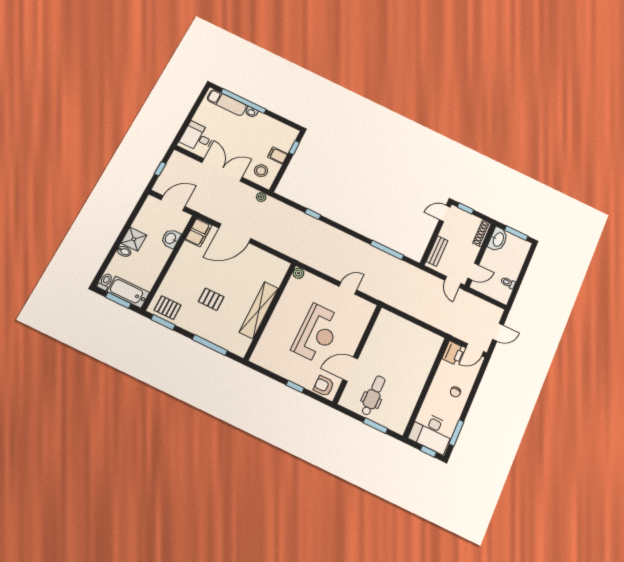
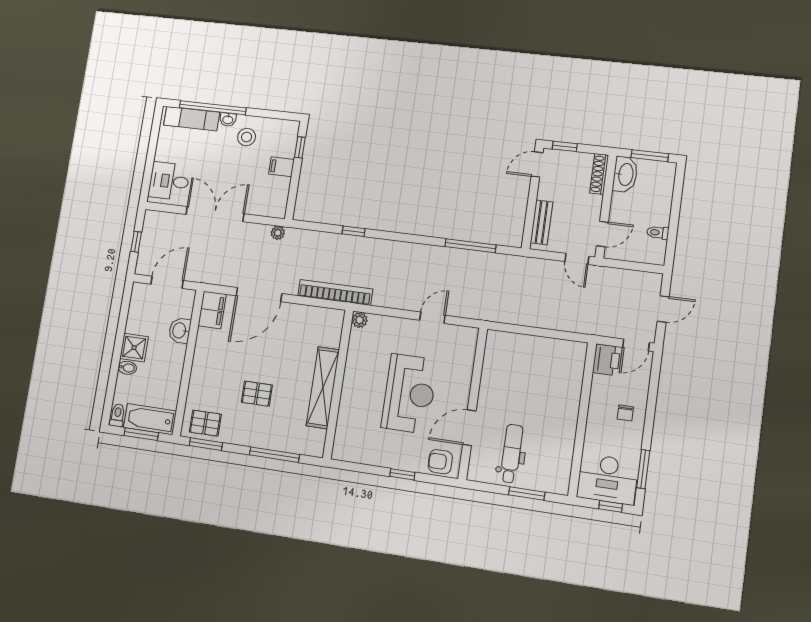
stool: (261, 171) -> (247, 137), moved
bookcase: (288, 250) -> (335, 292), added

